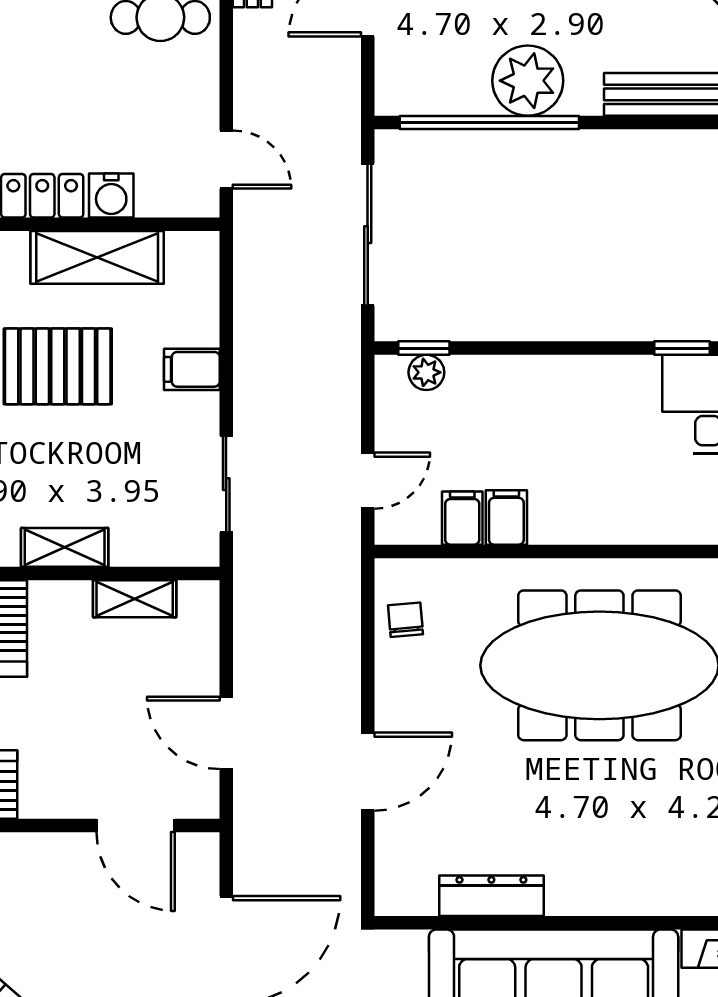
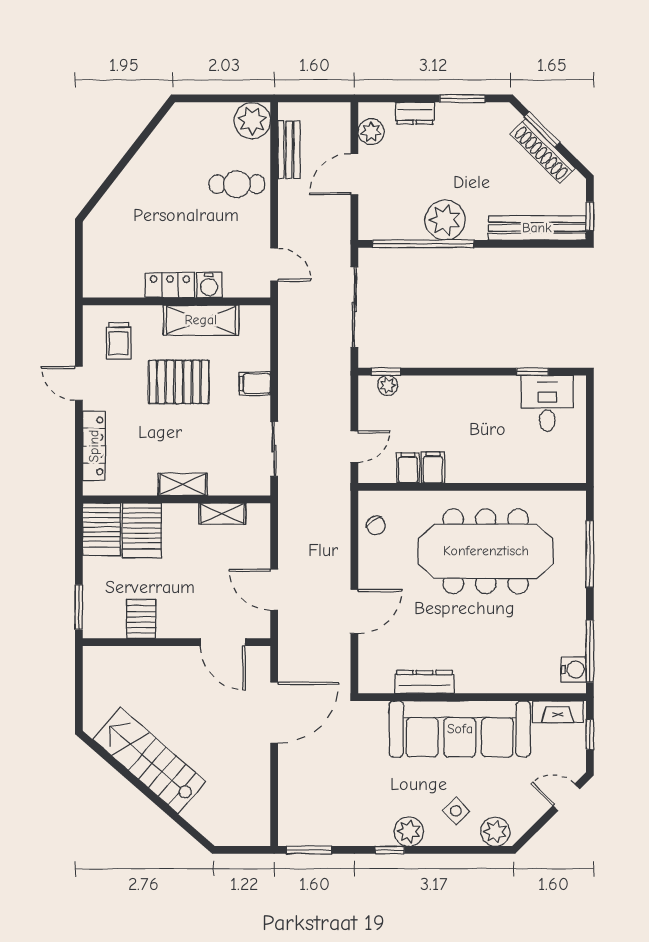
chair: (405, 620) -> (376, 526), turned 151

